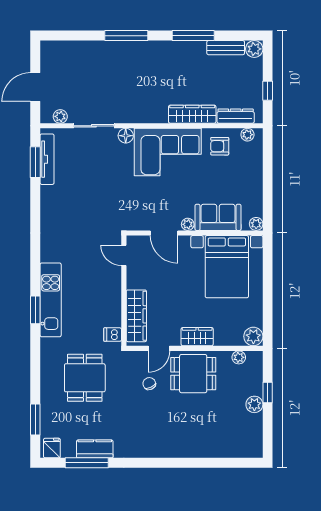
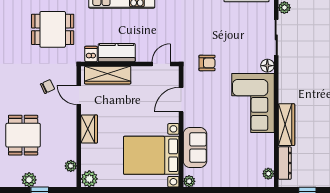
armchair: (220, 146) -> (207, 63), moved, turned 90
plant: (188, 224) -> (189, 121), removed
kitchen counter: (111, 306) -> (117, 53), added
dining table: (193, 374) -> (23, 135), moved

